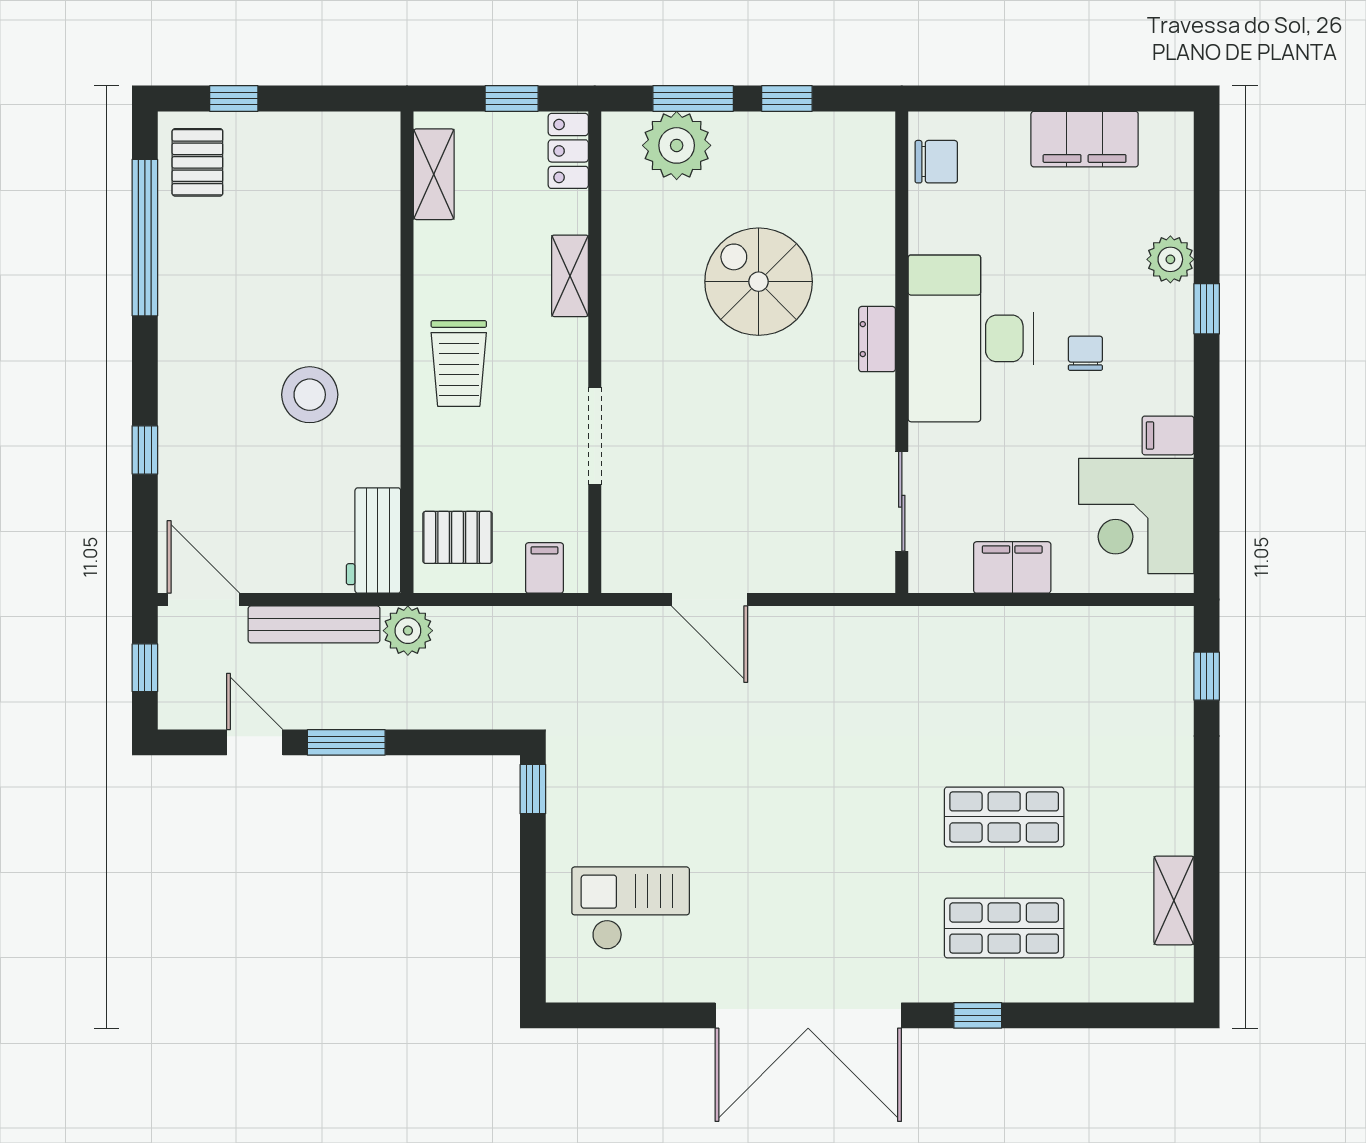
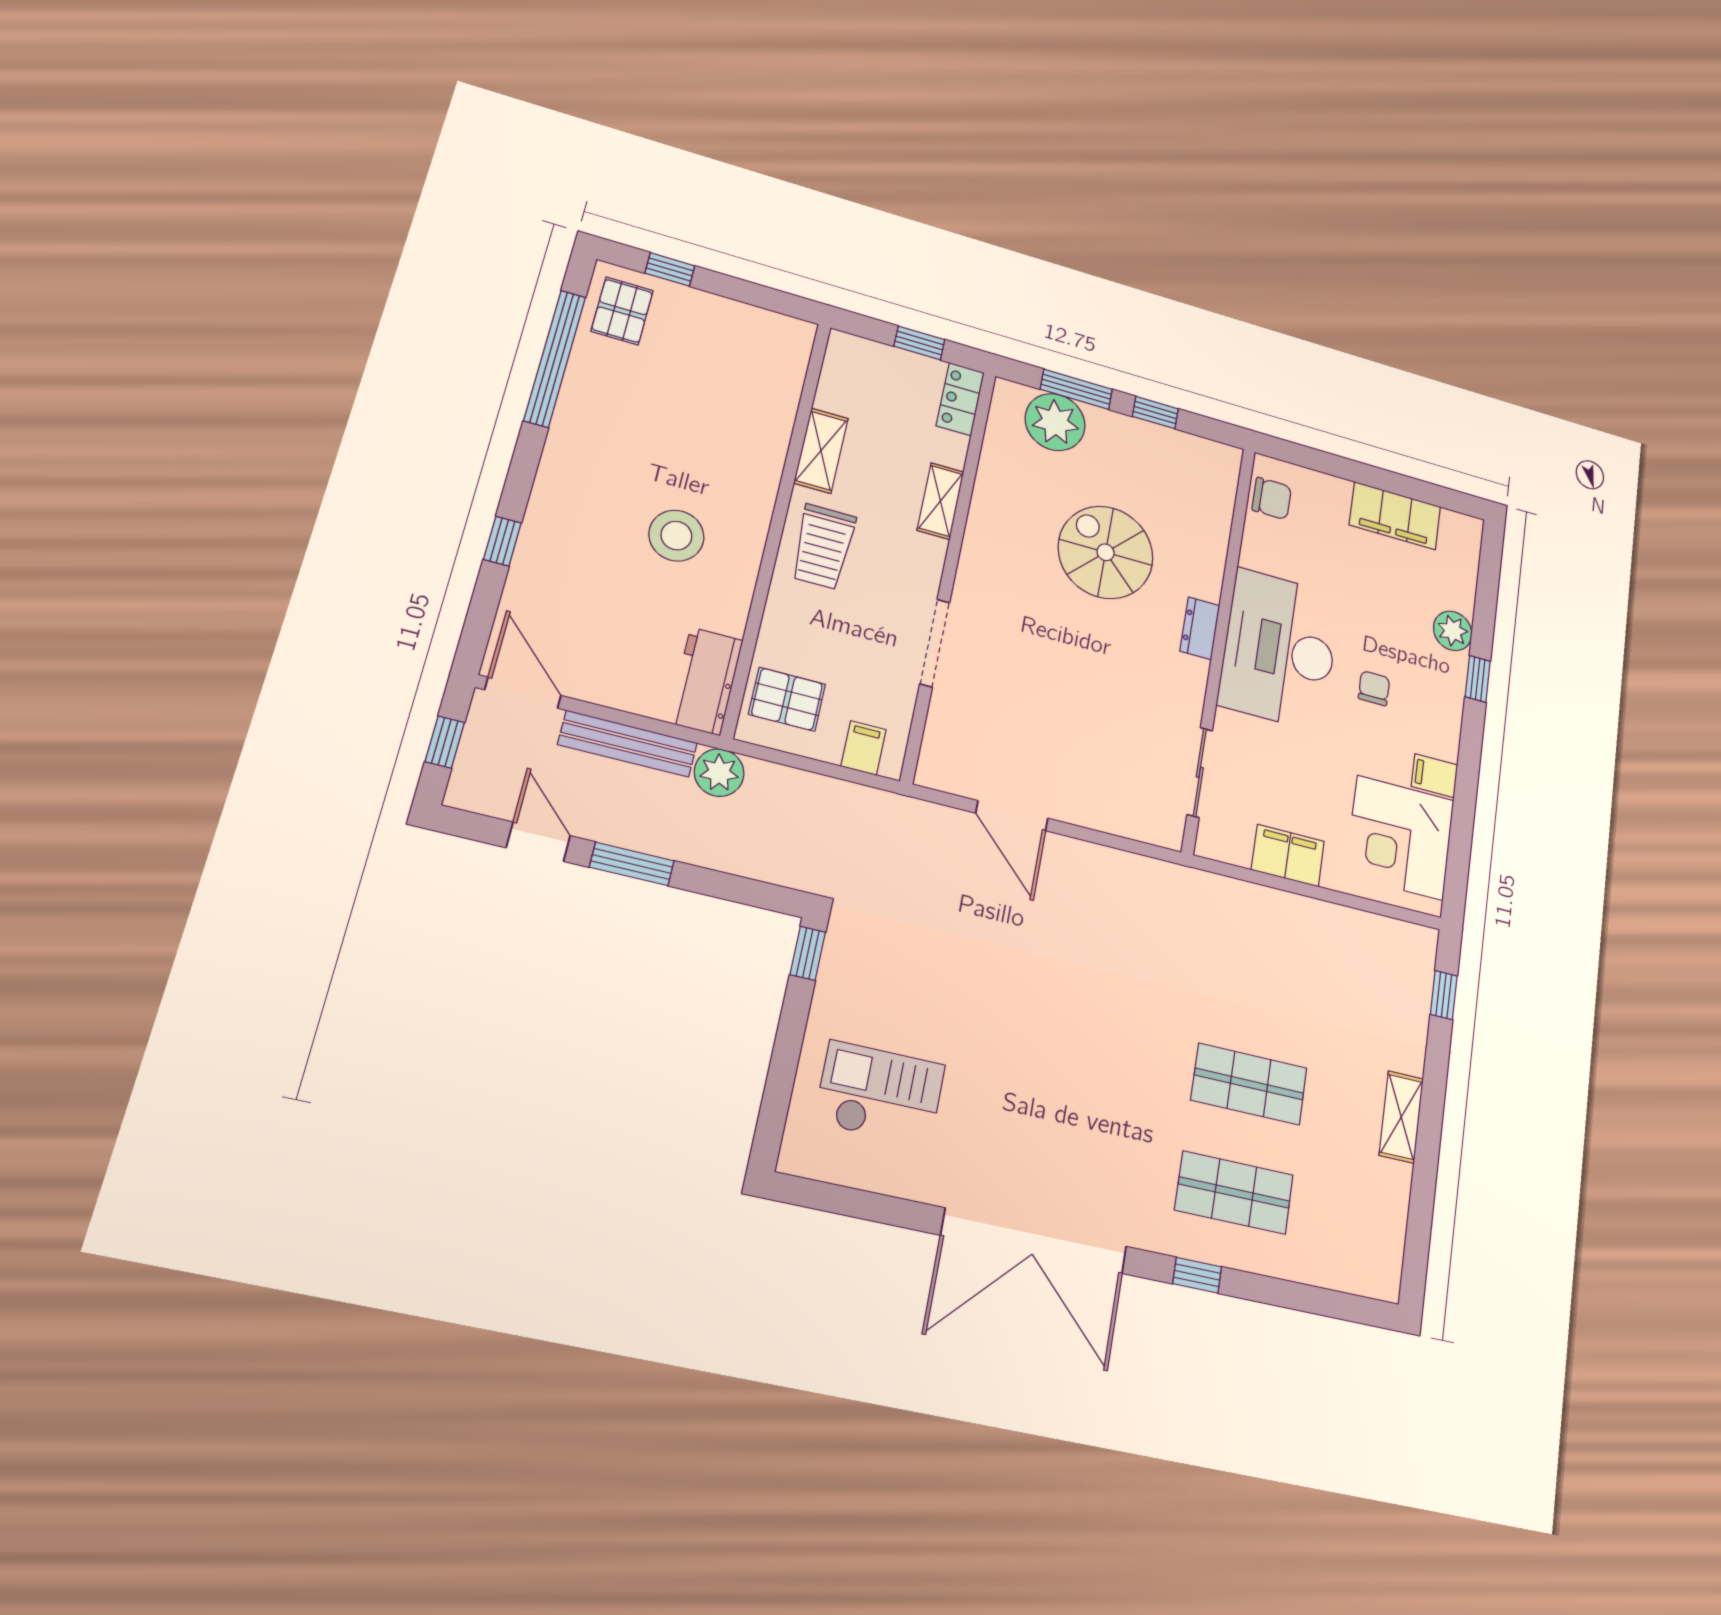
shelving: (434, 174) -> (821, 451), moved
shelving: (1174, 900) -> (1401, 1117), moved

